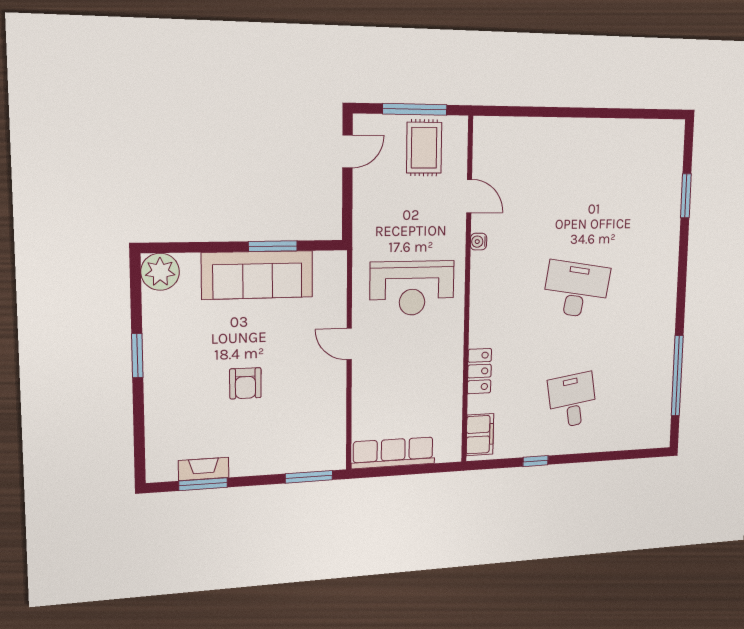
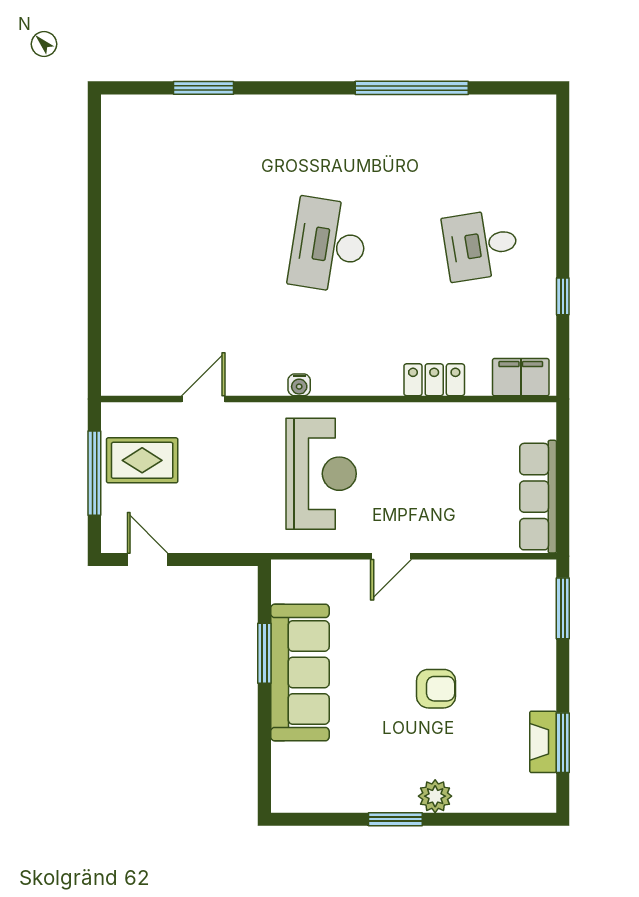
water cooler: (479, 242) -> (299, 385), moved
plant: (160, 272) -> (435, 796), moved, width x0.73, depth x0.73
window: (677, 376) -> (412, 88), moved

